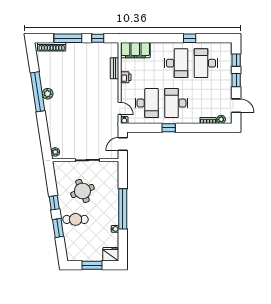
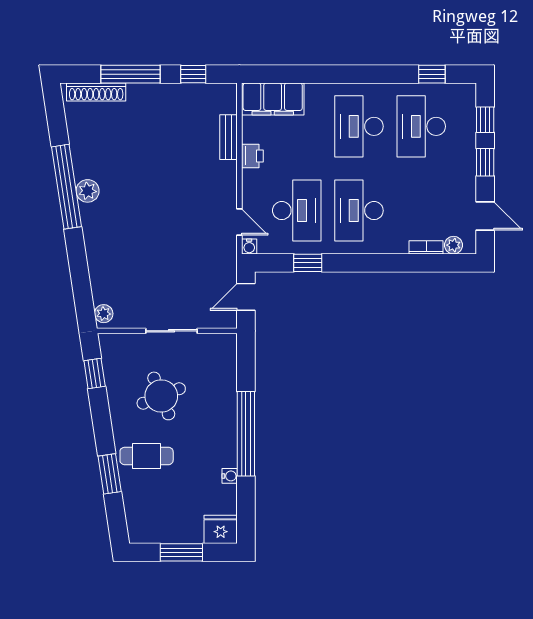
window: (190, 38) -> (432, 74), moved
desk: (176, 63) -> (359, 126), turned 180
window: (169, 128) -> (308, 263), moved
window: (54, 203) -> (95, 374), moved

